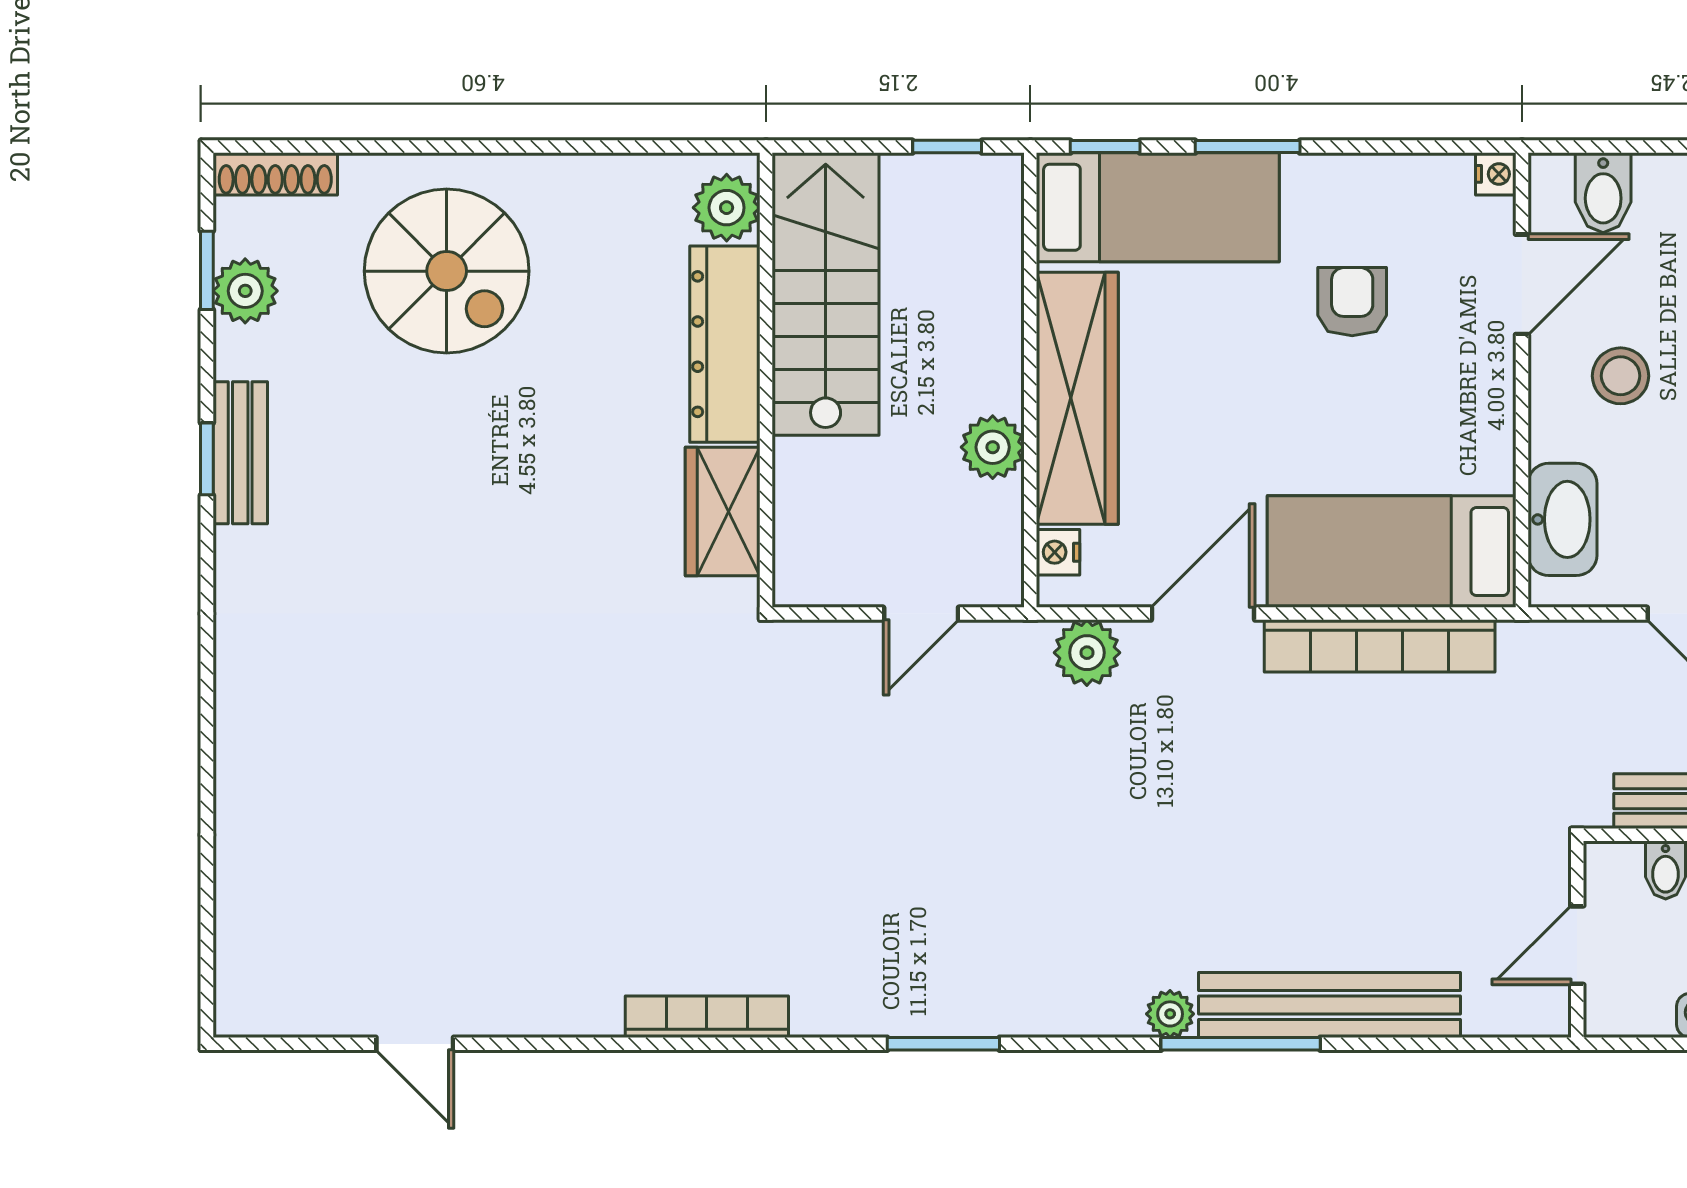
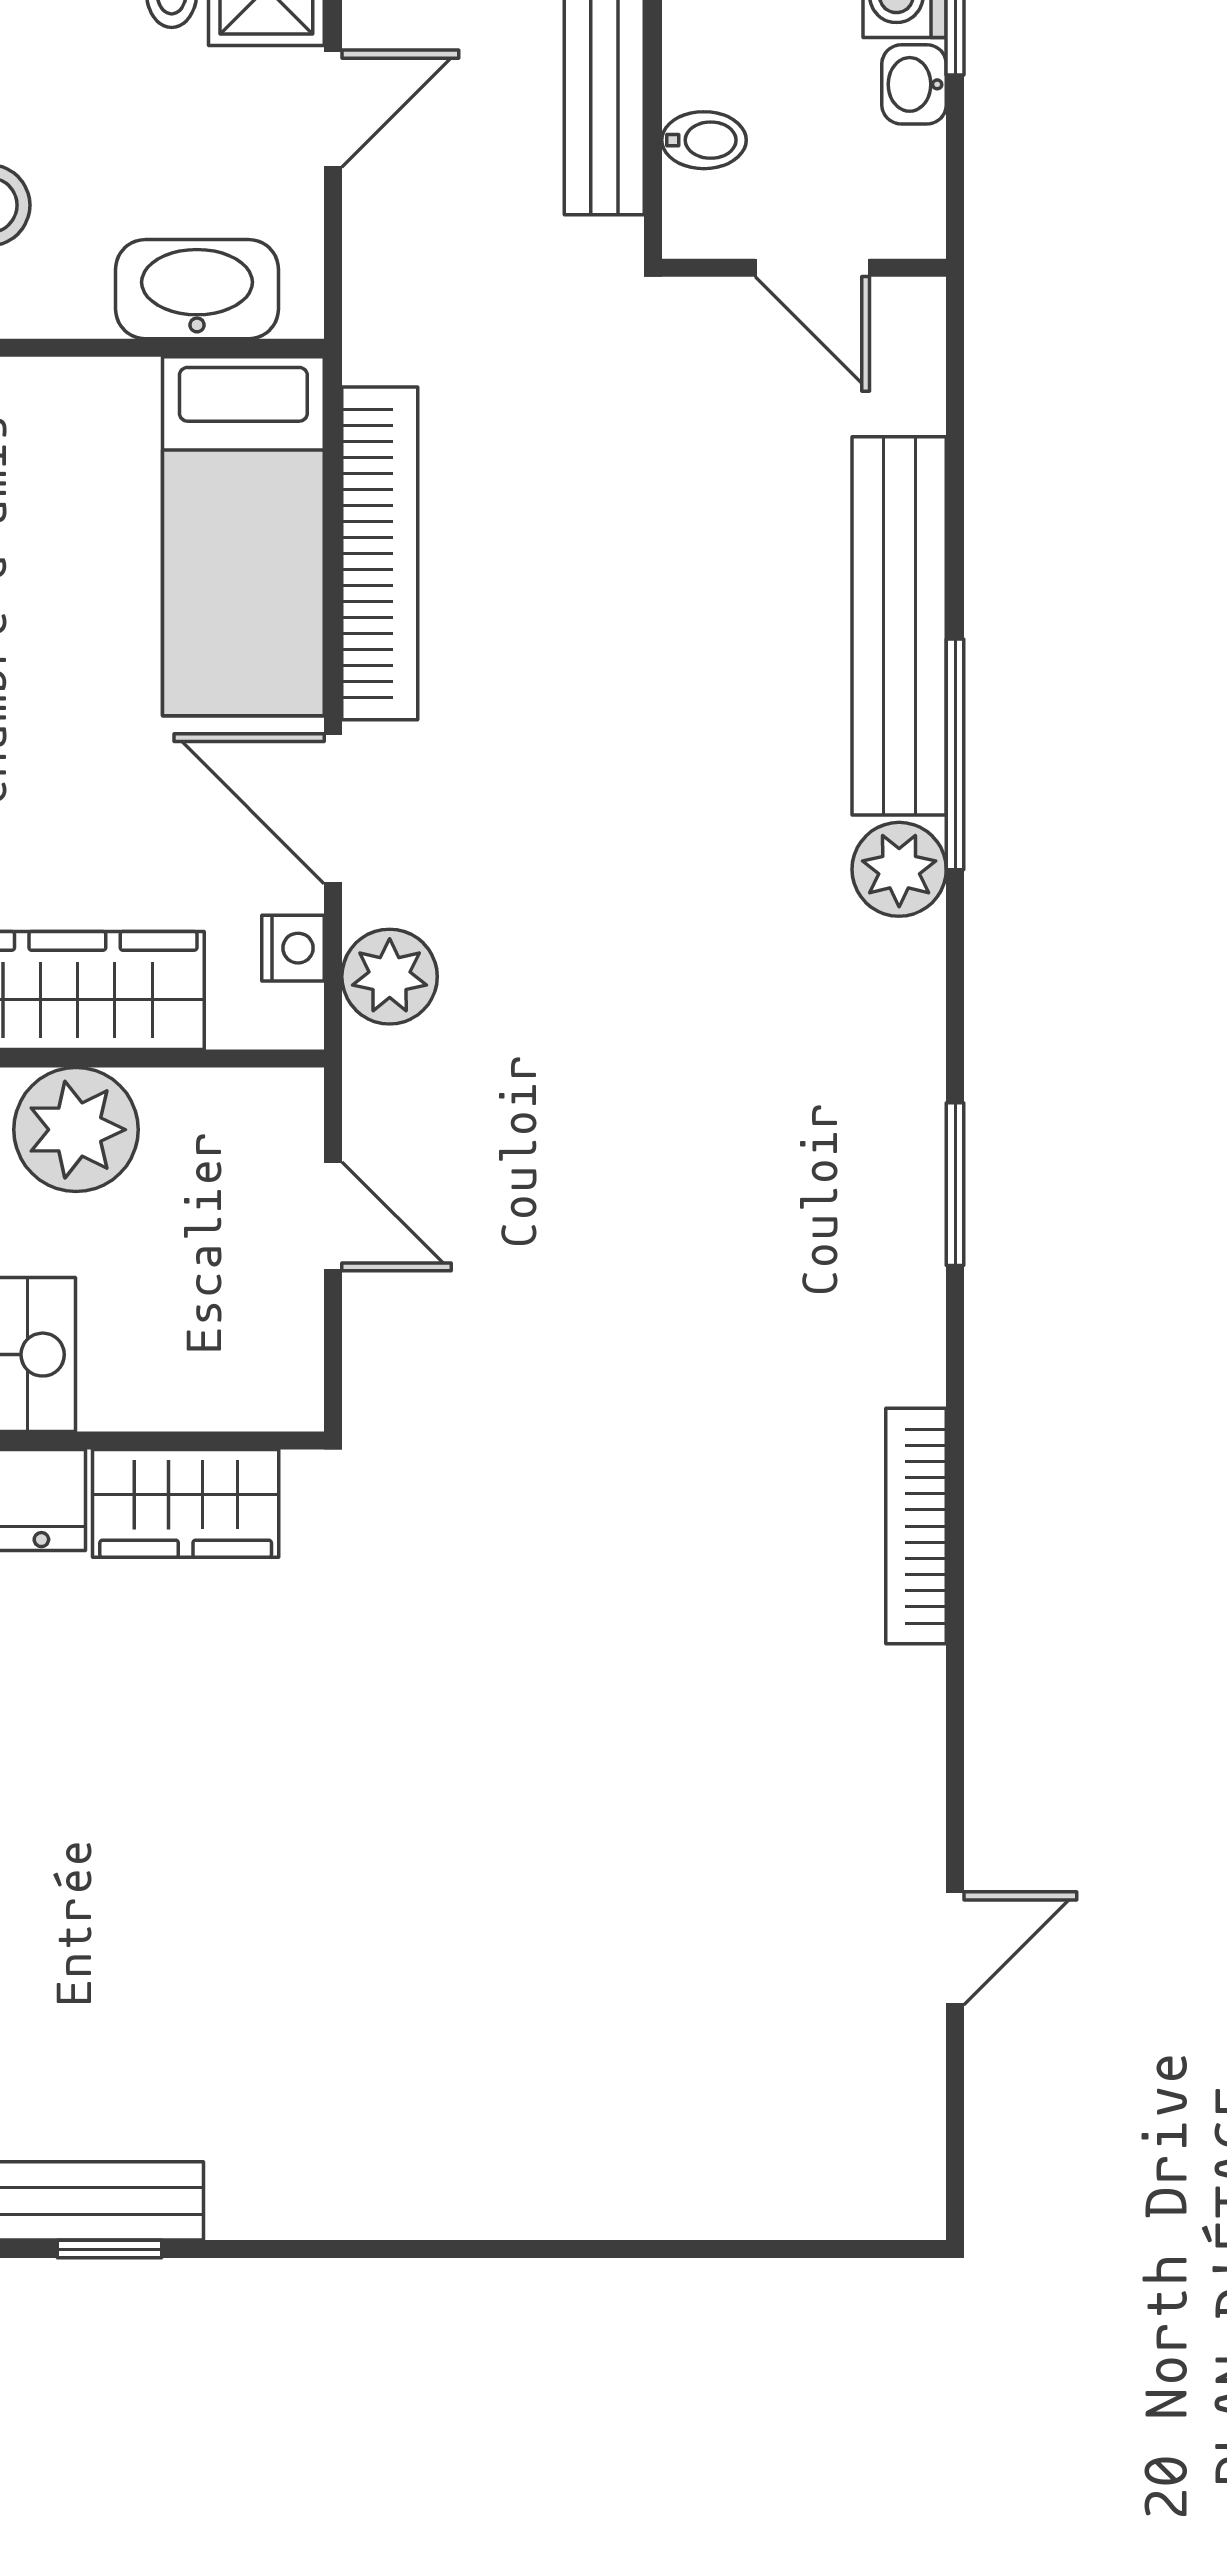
plant: (993, 447) -> (76, 1130), width x1.36, depth x1.36
nightstand: (1058, 552) -> (293, 948), moved, turned -90
plant: (1170, 1014) -> (899, 869), width x1.38, depth x1.38

